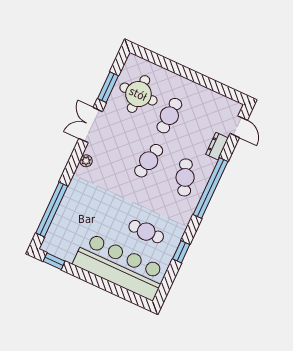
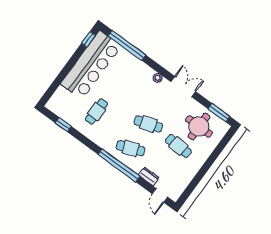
window: (108, 87) -> (219, 113), moved
door: (239, 127) -> (160, 195), hinge flipped
cafe table: (149, 161) -> (148, 124), turned -30
window: (181, 252) -> (63, 125), moved
bar counter: (120, 266) -> (91, 65), moved

